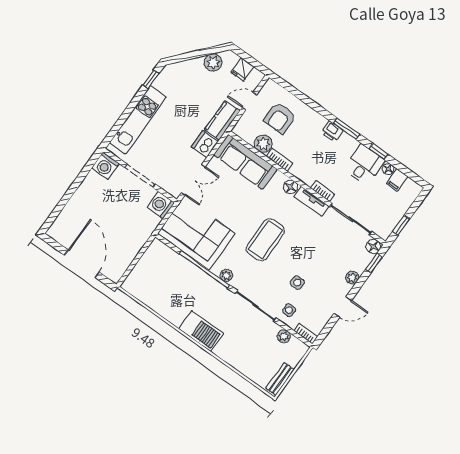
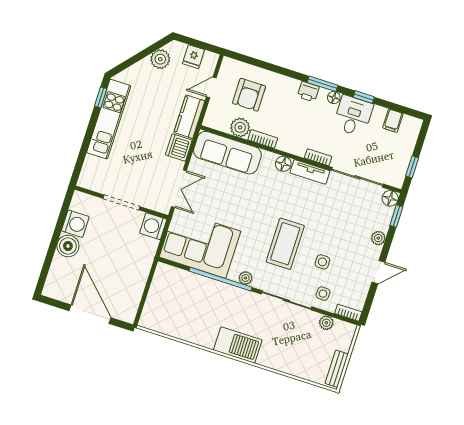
kitchen unit: (138, 120) -> (109, 119), moved
washing machine: (105, 166) -> (75, 224), moved, turned -90
floor lamp: (388, 169) -> (334, 98), moved
boiler: (82, 199) -> (68, 246), added
coffee table: (265, 240) -> (285, 244), moved

